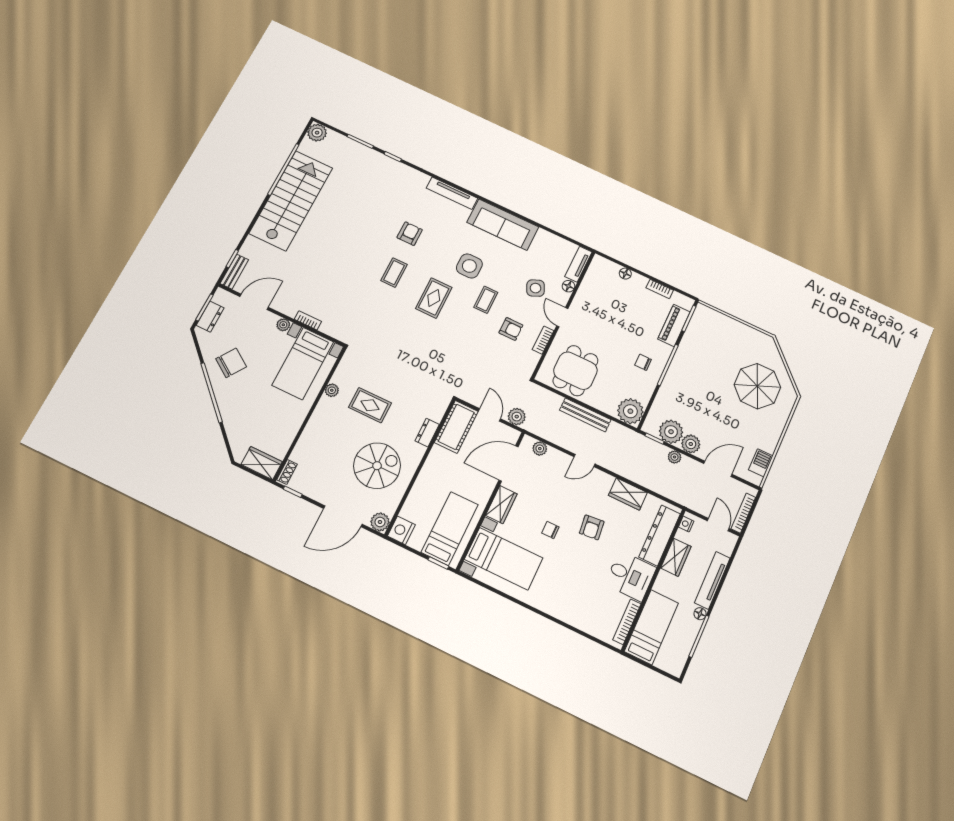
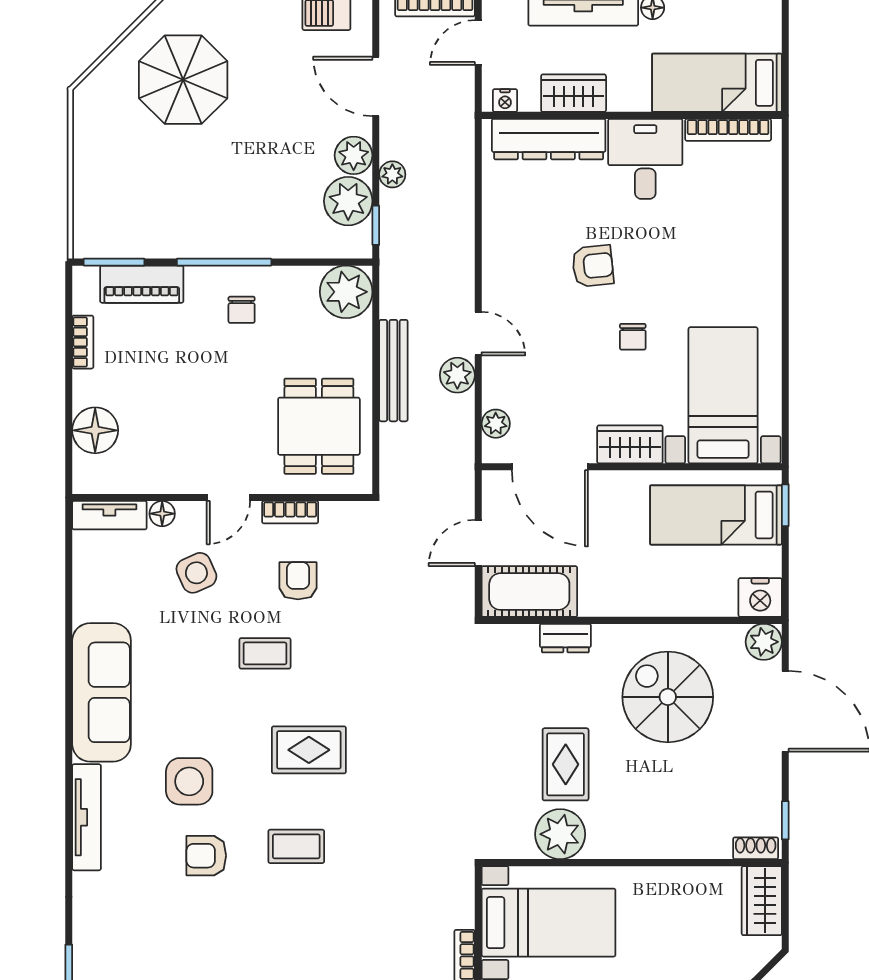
side table: (469, 266) -> (189, 781), moved
floor lamp: (625, 274) -> (95, 430), width x1.89, depth x1.89
dining table: (575, 371) -> (319, 426), turned 90
plant: (332, 390) -> (560, 834), width x1.88, depth x1.88
plant: (517, 417) -> (457, 375), moved
wardrobe: (628, 494) -> (501, 229), removed

